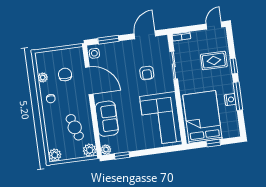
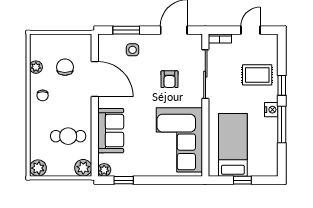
door: (214, 25) -> (251, 30), moved
side table: (94, 53) -> (133, 50), moved
sliding door: (174, 65) -> (205, 74), width x1.37
nightstand: (230, 100) -> (271, 110), moved
bed: (202, 117) -> (233, 145), width x0.67
cafe table: (75, 127) -> (68, 136), turned -73

